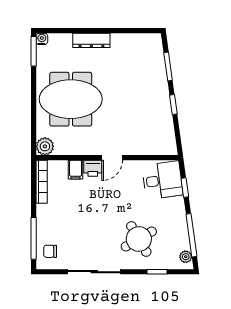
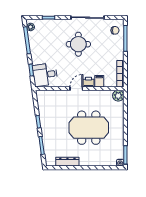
dresser: (91, 40) -> (67, 162), moved
meeting table: (71, 99) -> (89, 128), moved
round table: (139, 239) -> (78, 44), moved, turned 30

